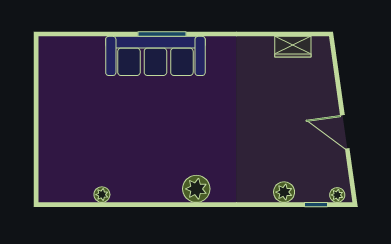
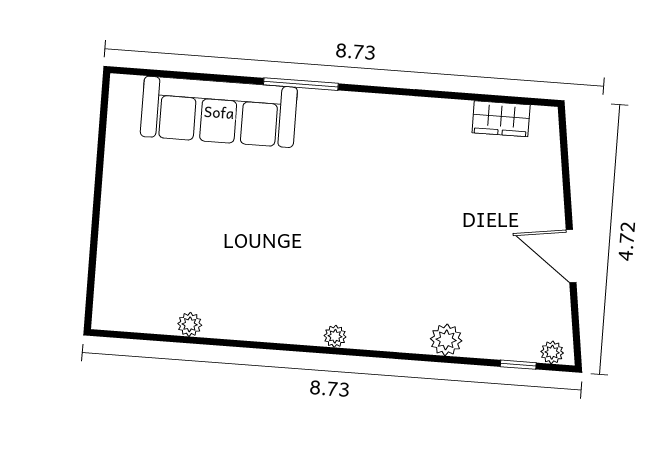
sofa: (155, 56) -> (219, 112), moved
plant: (196, 189) -> (335, 336), width x0.53, depth x0.53
plant: (284, 192) -> (446, 340), moved

